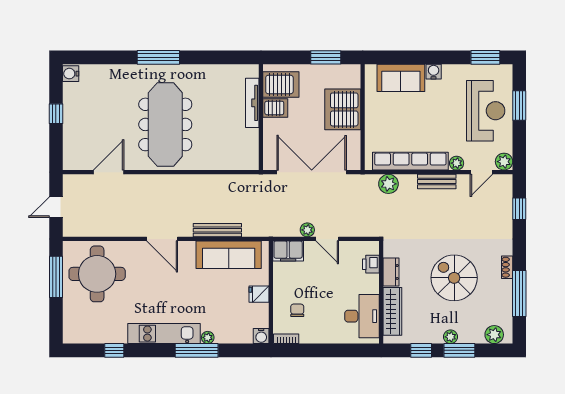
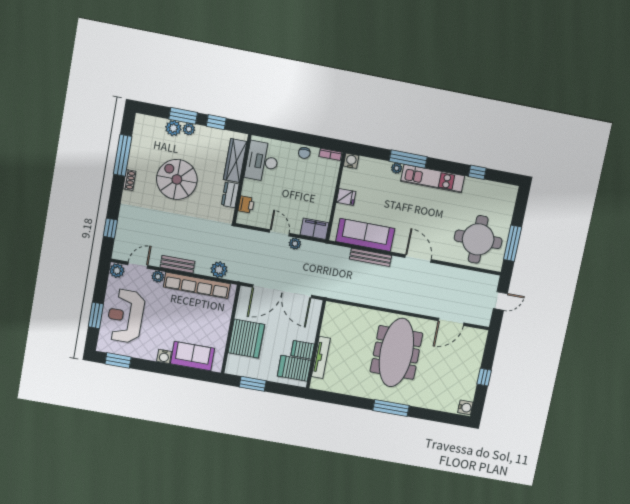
spiral stairs: (454, 278) -> (177, 179), turned 180
chair: (297, 310) -> (304, 153), moved
plant: (494, 335) -> (173, 128), moved

